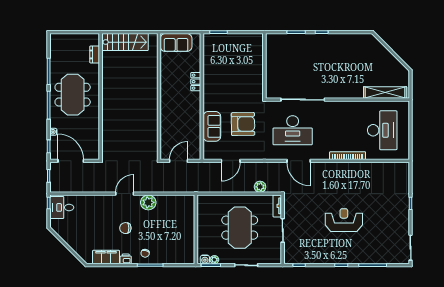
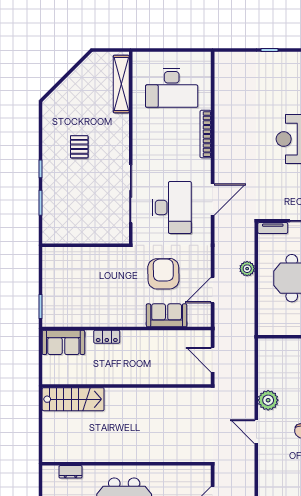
stairs: (125, 42) -> (73, 399), moved, turned 90
sofa: (176, 42) -> (63, 342), moved, turned 90
pallet: (338, 61) -> (79, 147), added
desk: (382, 130) -> (172, 88), turned 180
door: (231, 161) -> (213, 290), swing flipped
plant: (260, 187) -> (247, 269), moved

